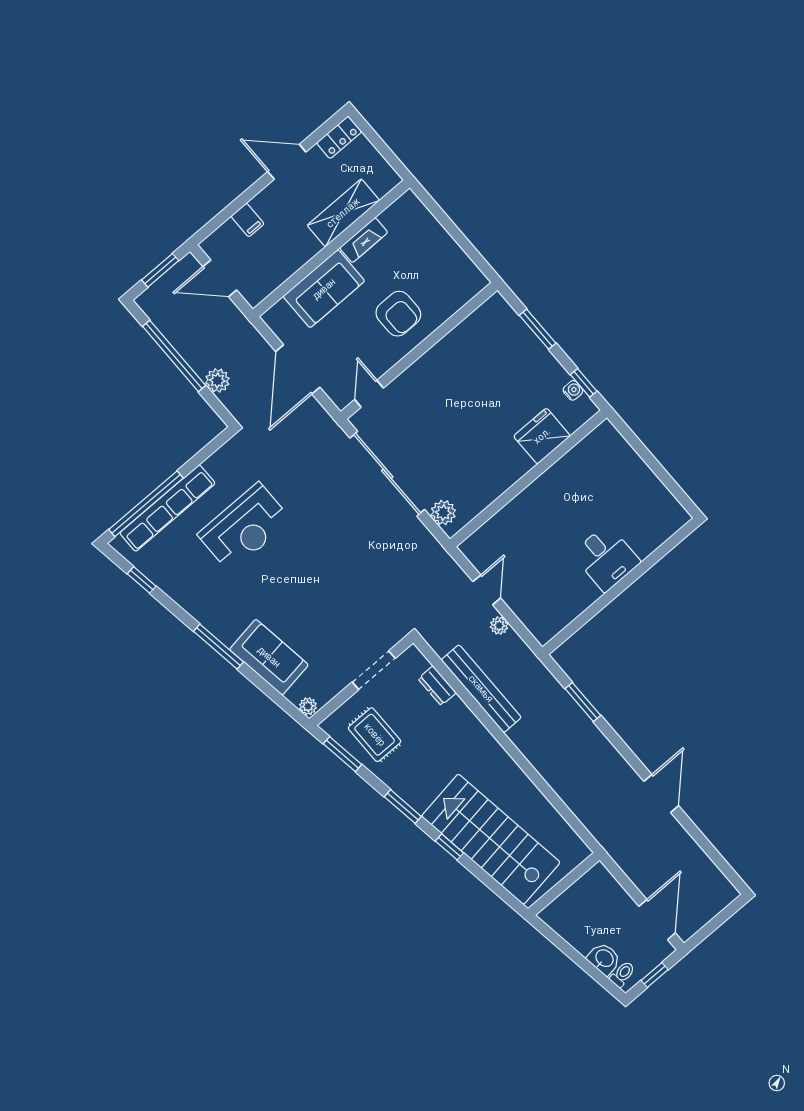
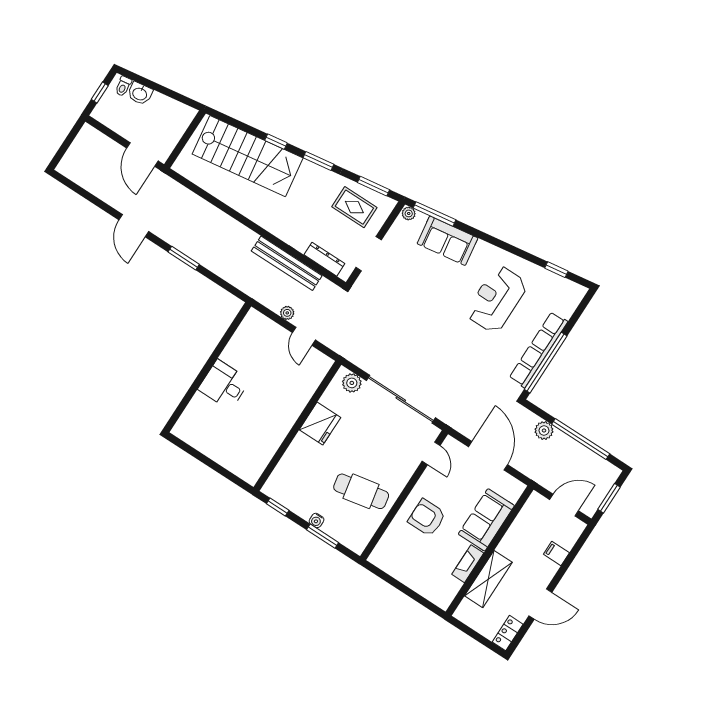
cafe table: (472, 372) -> (361, 491), added
water cooler: (573, 390) -> (317, 520), moved
fridge: (542, 436) -> (320, 424), moved
window: (146, 504) -> (546, 363), moved
row of seats: (167, 508) -> (538, 350), moved
reception desk: (244, 527) -> (497, 299), moved
window: (218, 647) -> (434, 214), moved
dresser: (437, 686) -> (324, 259), width x1.44
window: (583, 702) -> (184, 258), moved
door: (657, 920) -> (142, 154), moved

